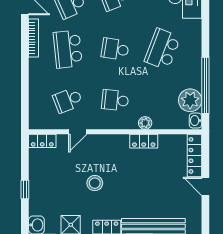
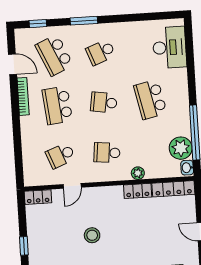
school desk: (162, 49) -> (150, 99), turned -33
locker: (195, 155) -> (173, 189), moved, turned -90

